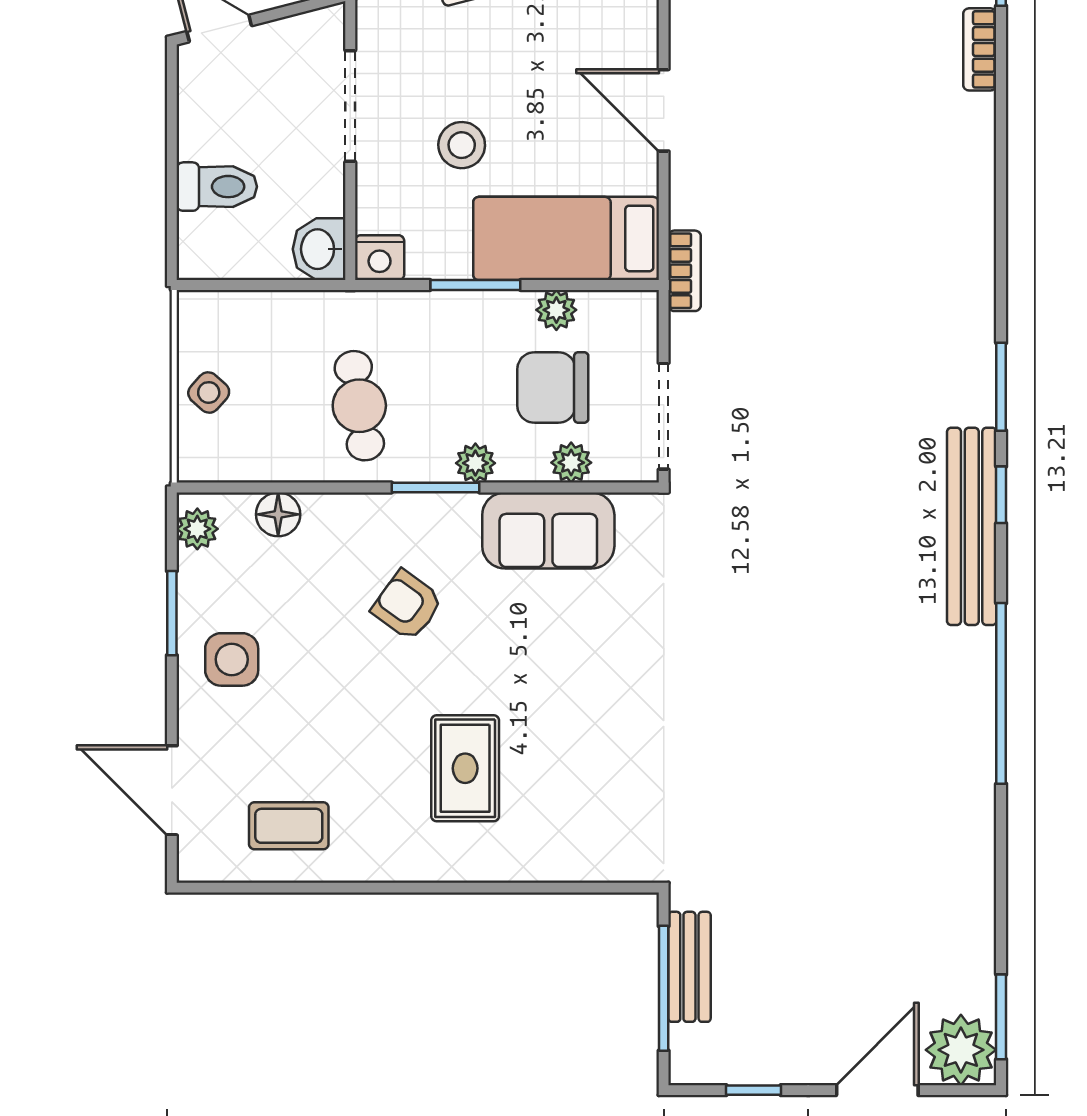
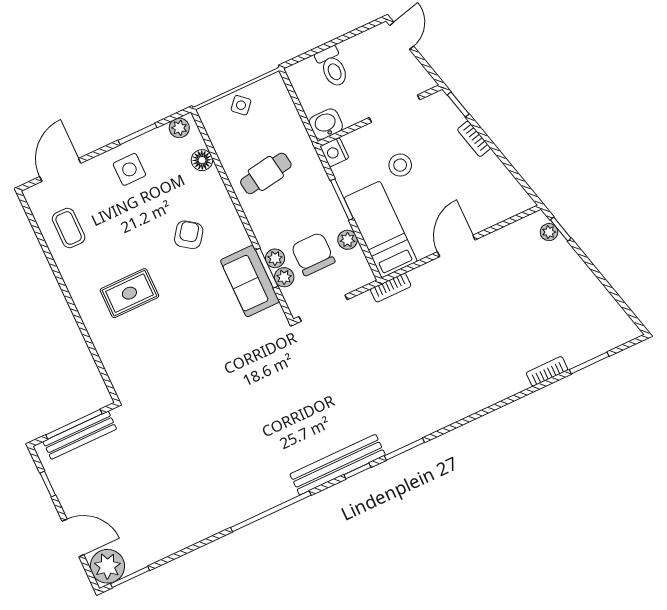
plant: (475, 463) -> (275, 258), moved
window: (435, 488) -> (267, 268), moved
bench: (689, 967) -> (80, 435), width x1.36

